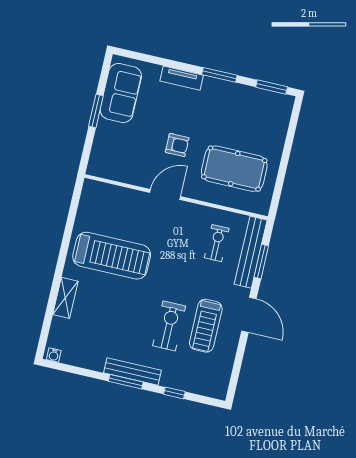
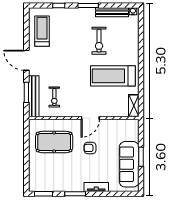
sofa: (121, 93) -> (129, 164), width x1.36
shelving: (65, 298) -> (134, 106), moved
exercise bike: (169, 326) -> (99, 41), moved
treadmill: (206, 326) -> (42, 31), moved
bench: (132, 372) -> (112, 12), moved

